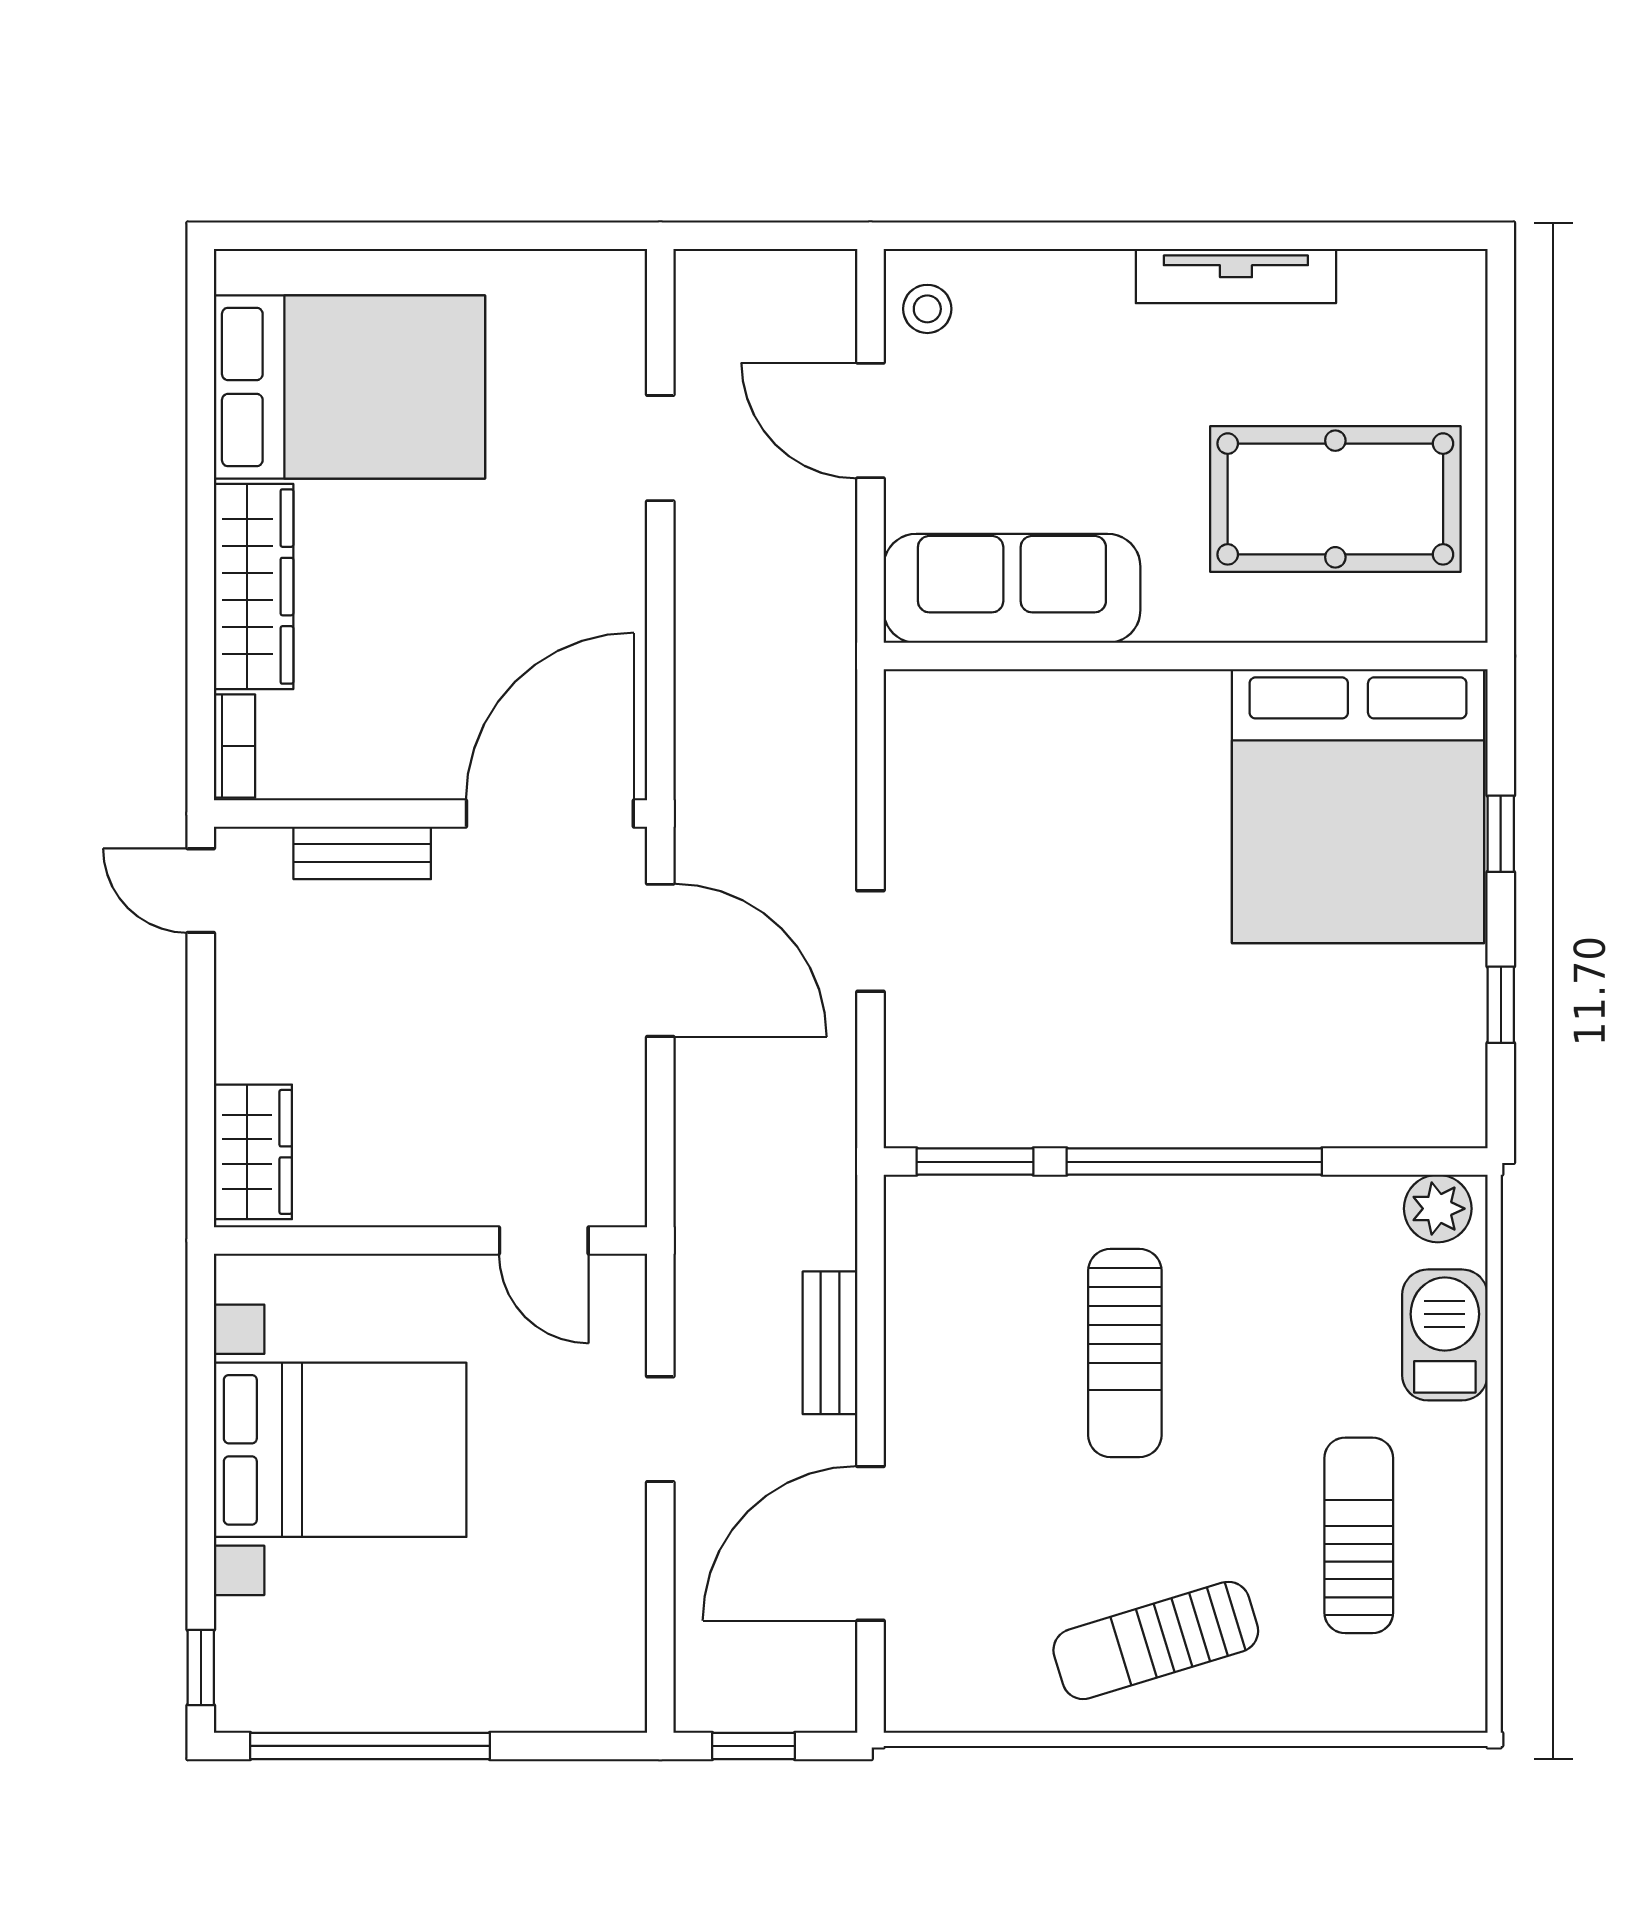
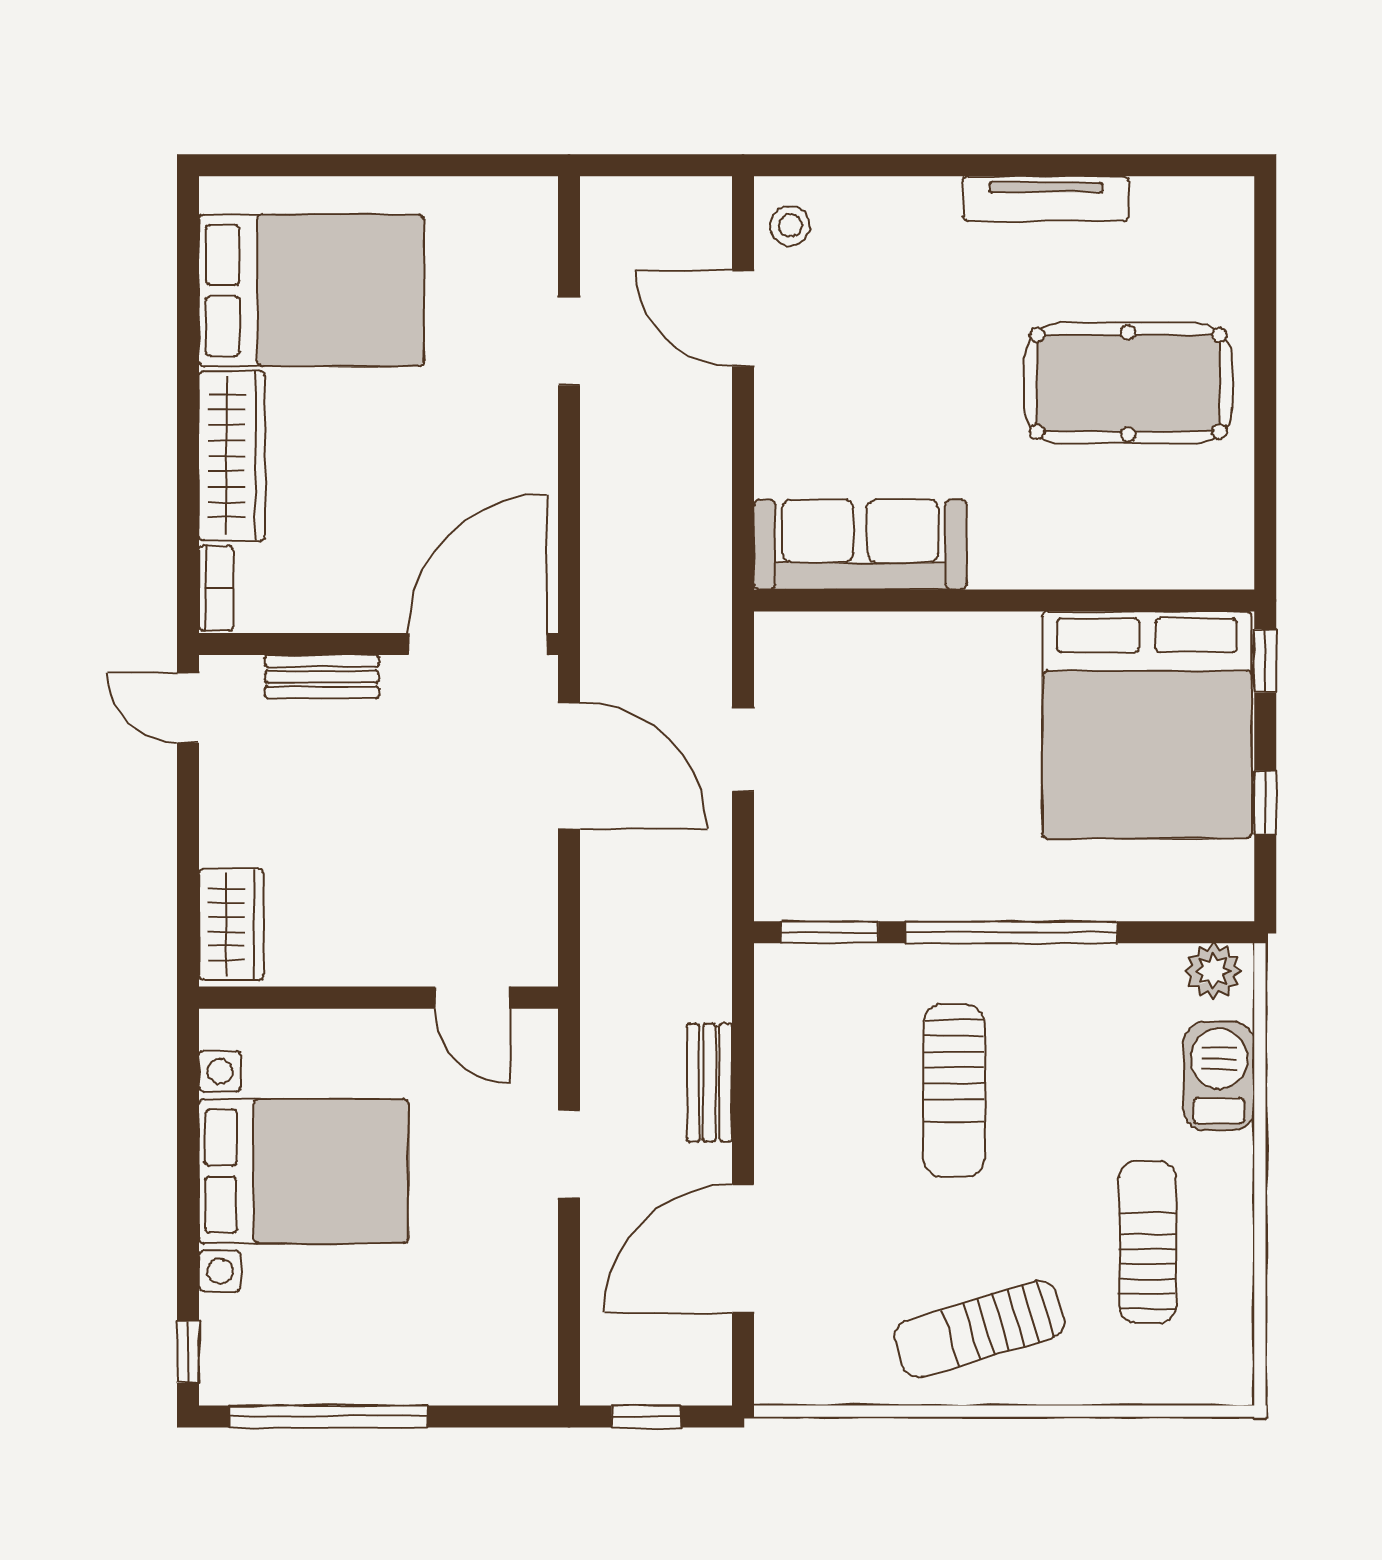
sofa: (1012, 588) -> (860, 544), moved
wall: (1186, 656) -> (1004, 600), moved
bed: (1358, 806) -> (1147, 725), moved

